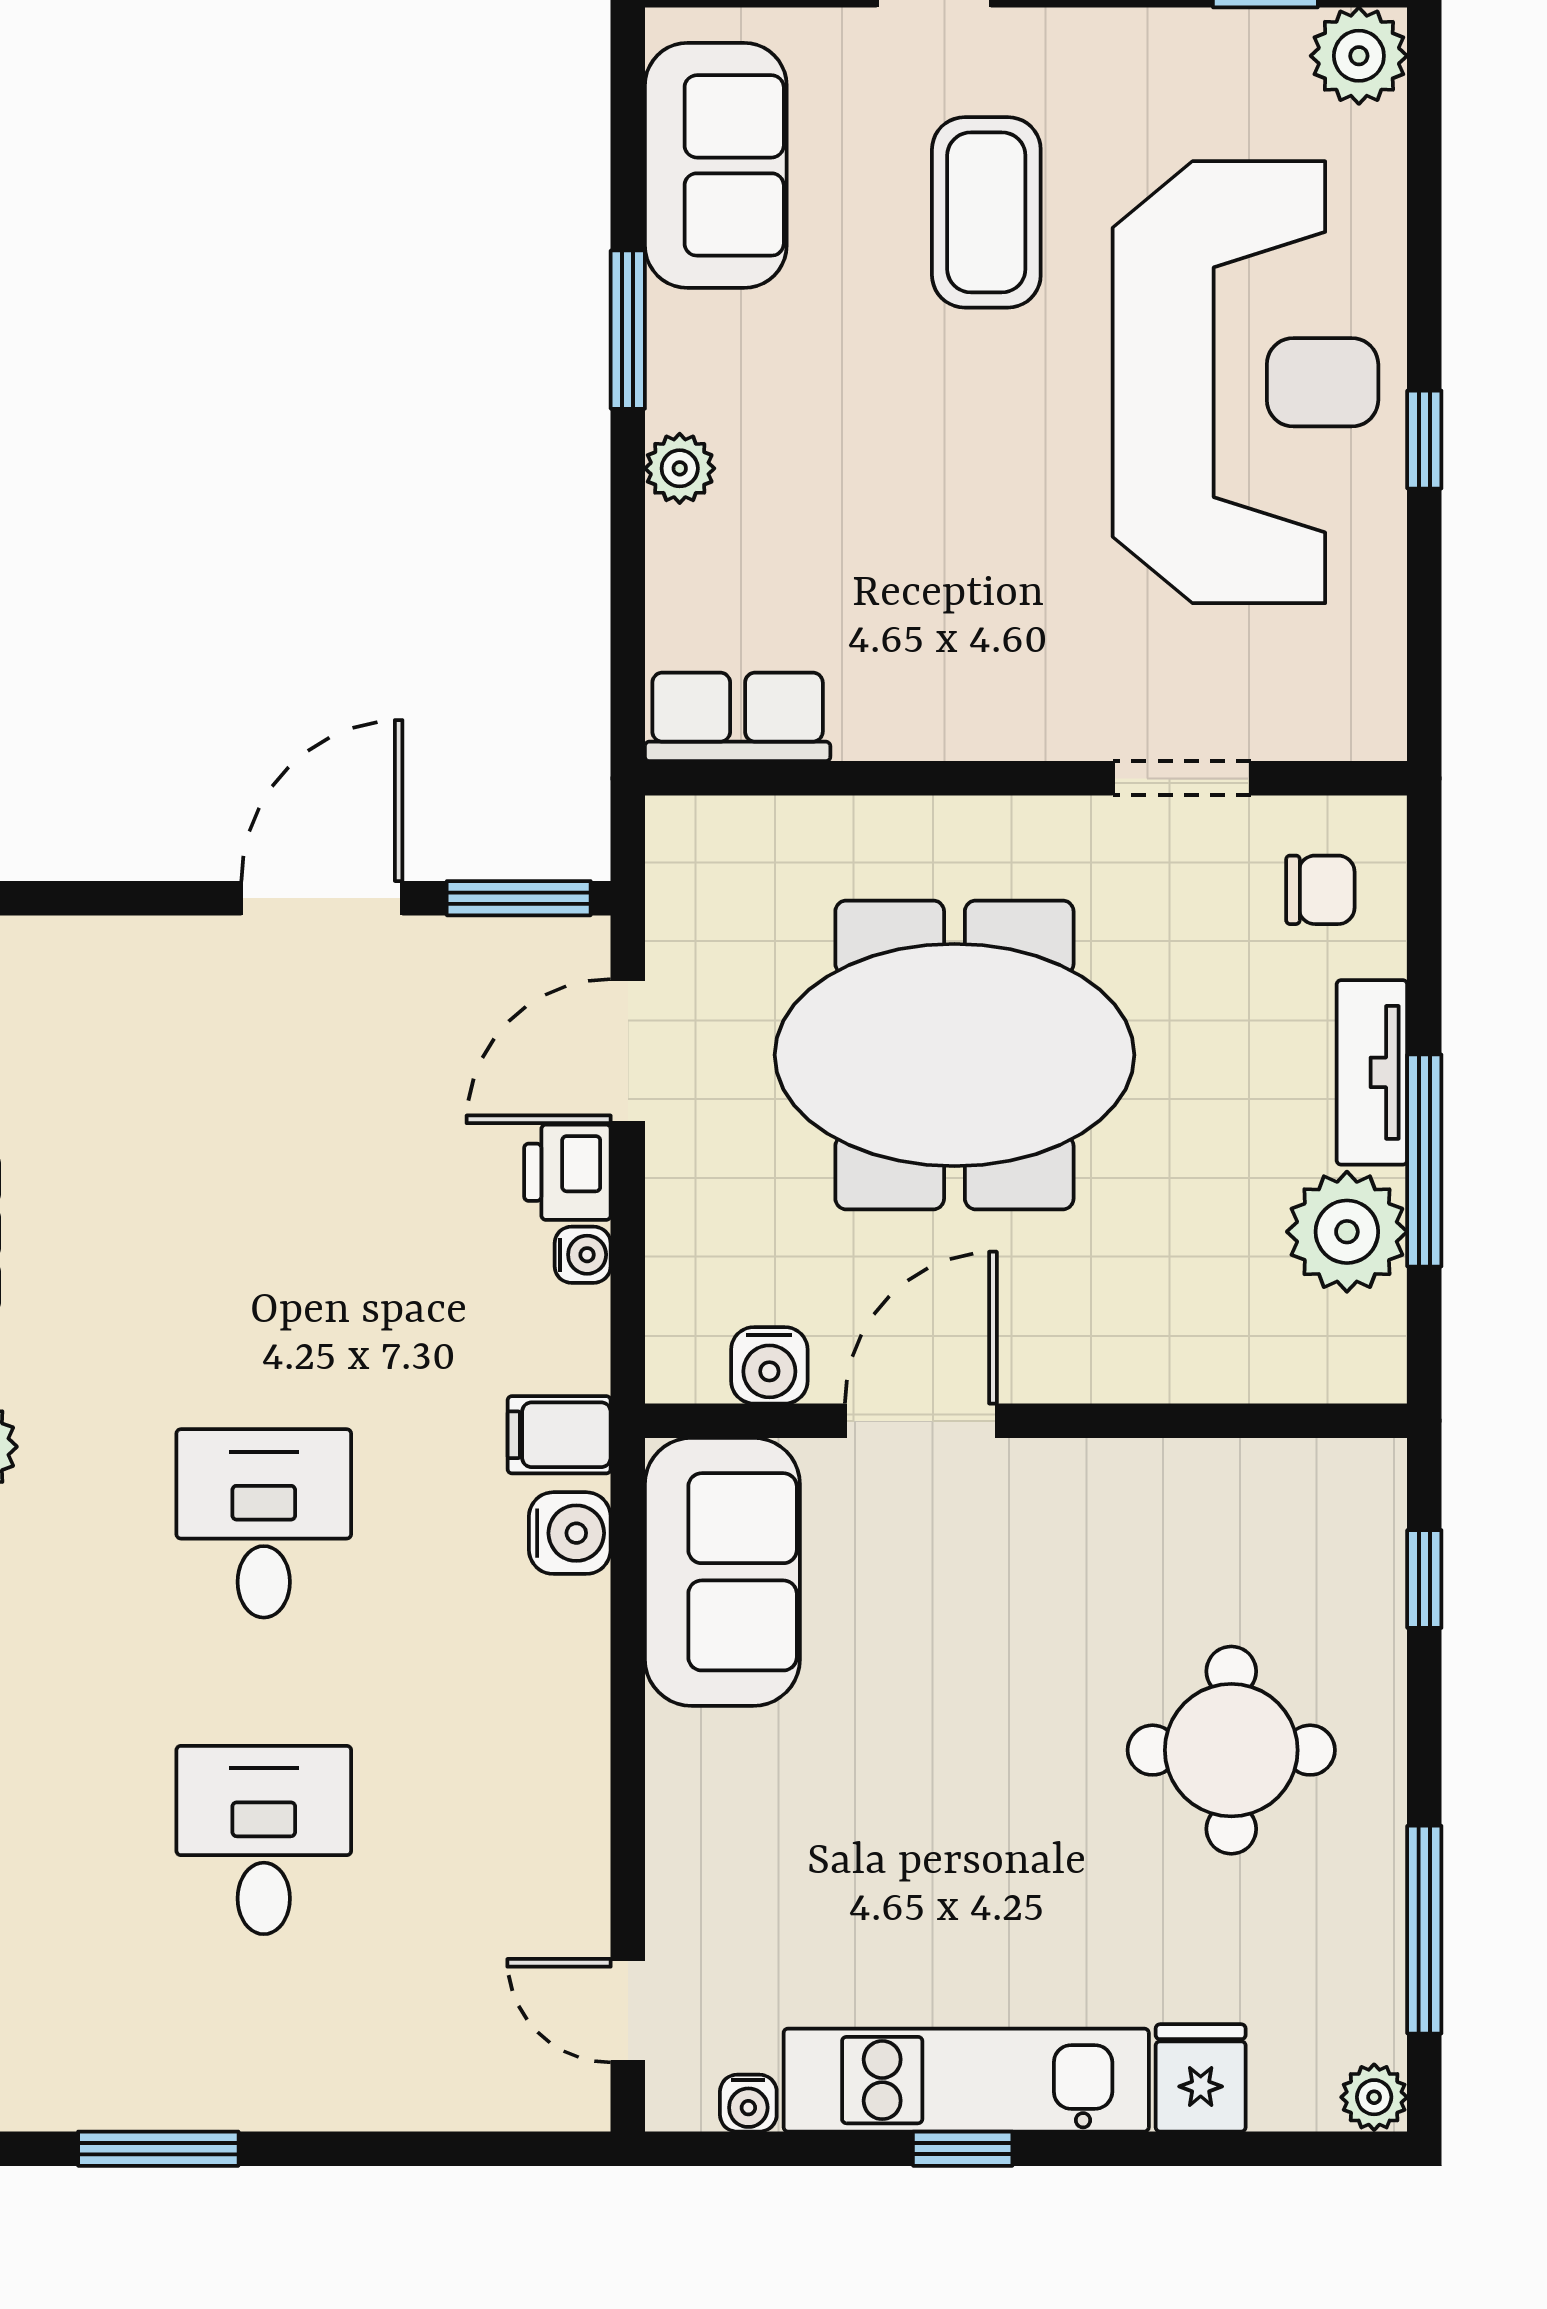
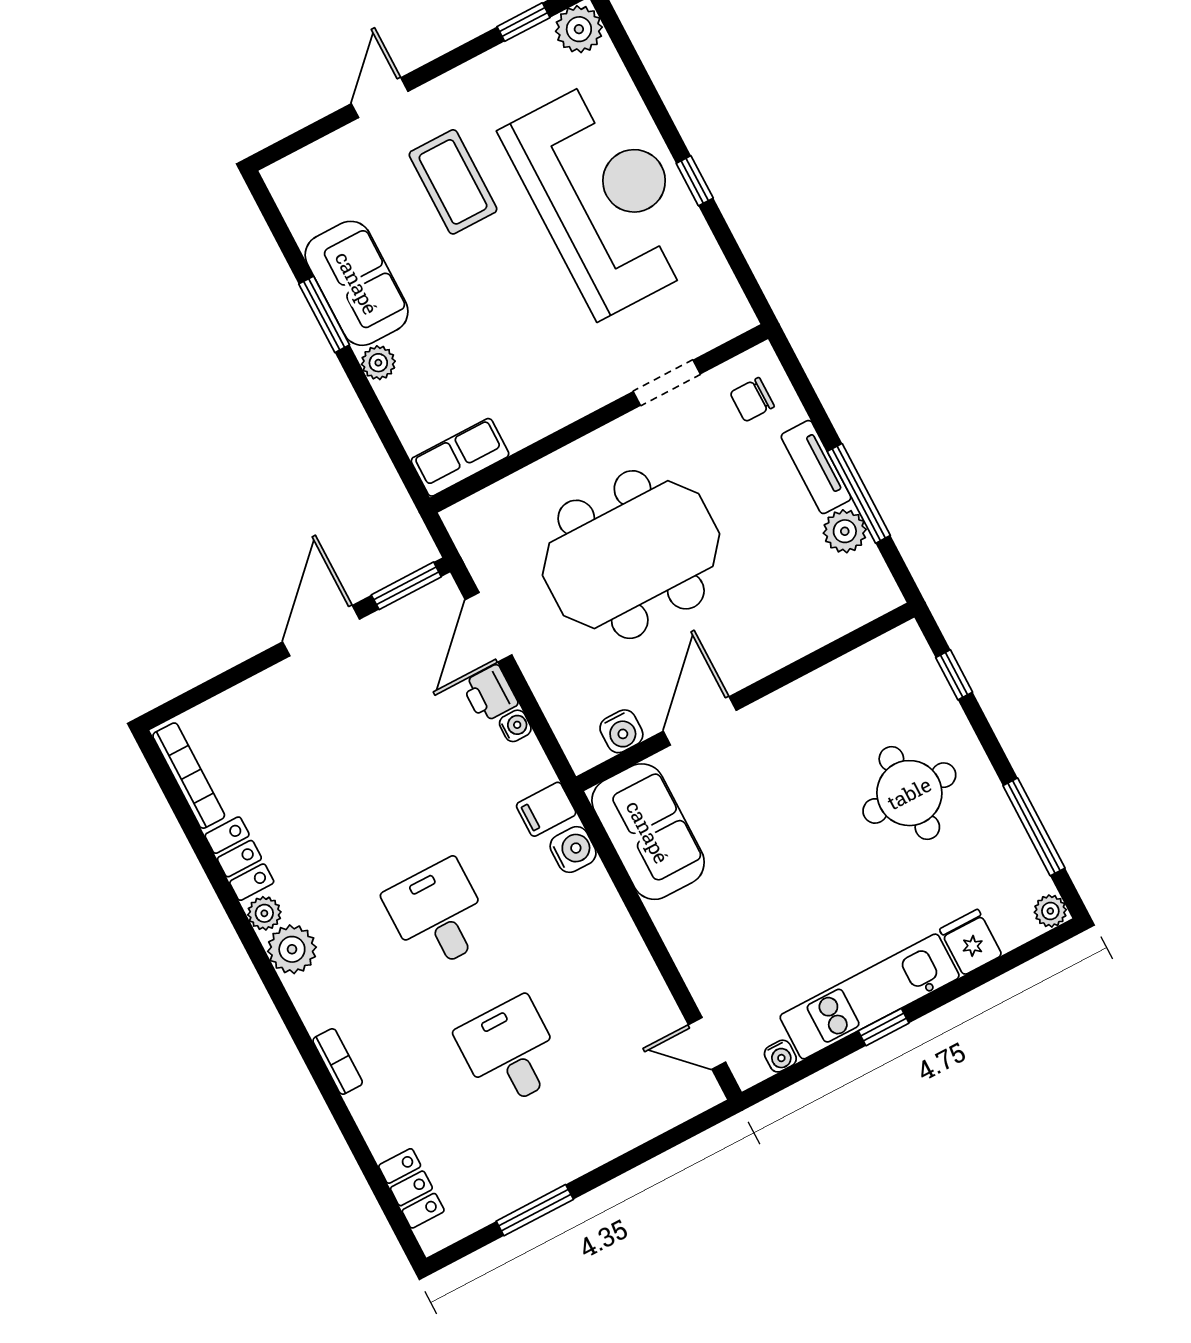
sofa: (716, 165) -> (357, 283), moved
chair: (1320, 890) -> (752, 400), turned 180
plant: (1347, 1232) -> (845, 531), width x0.73, depth x0.73

